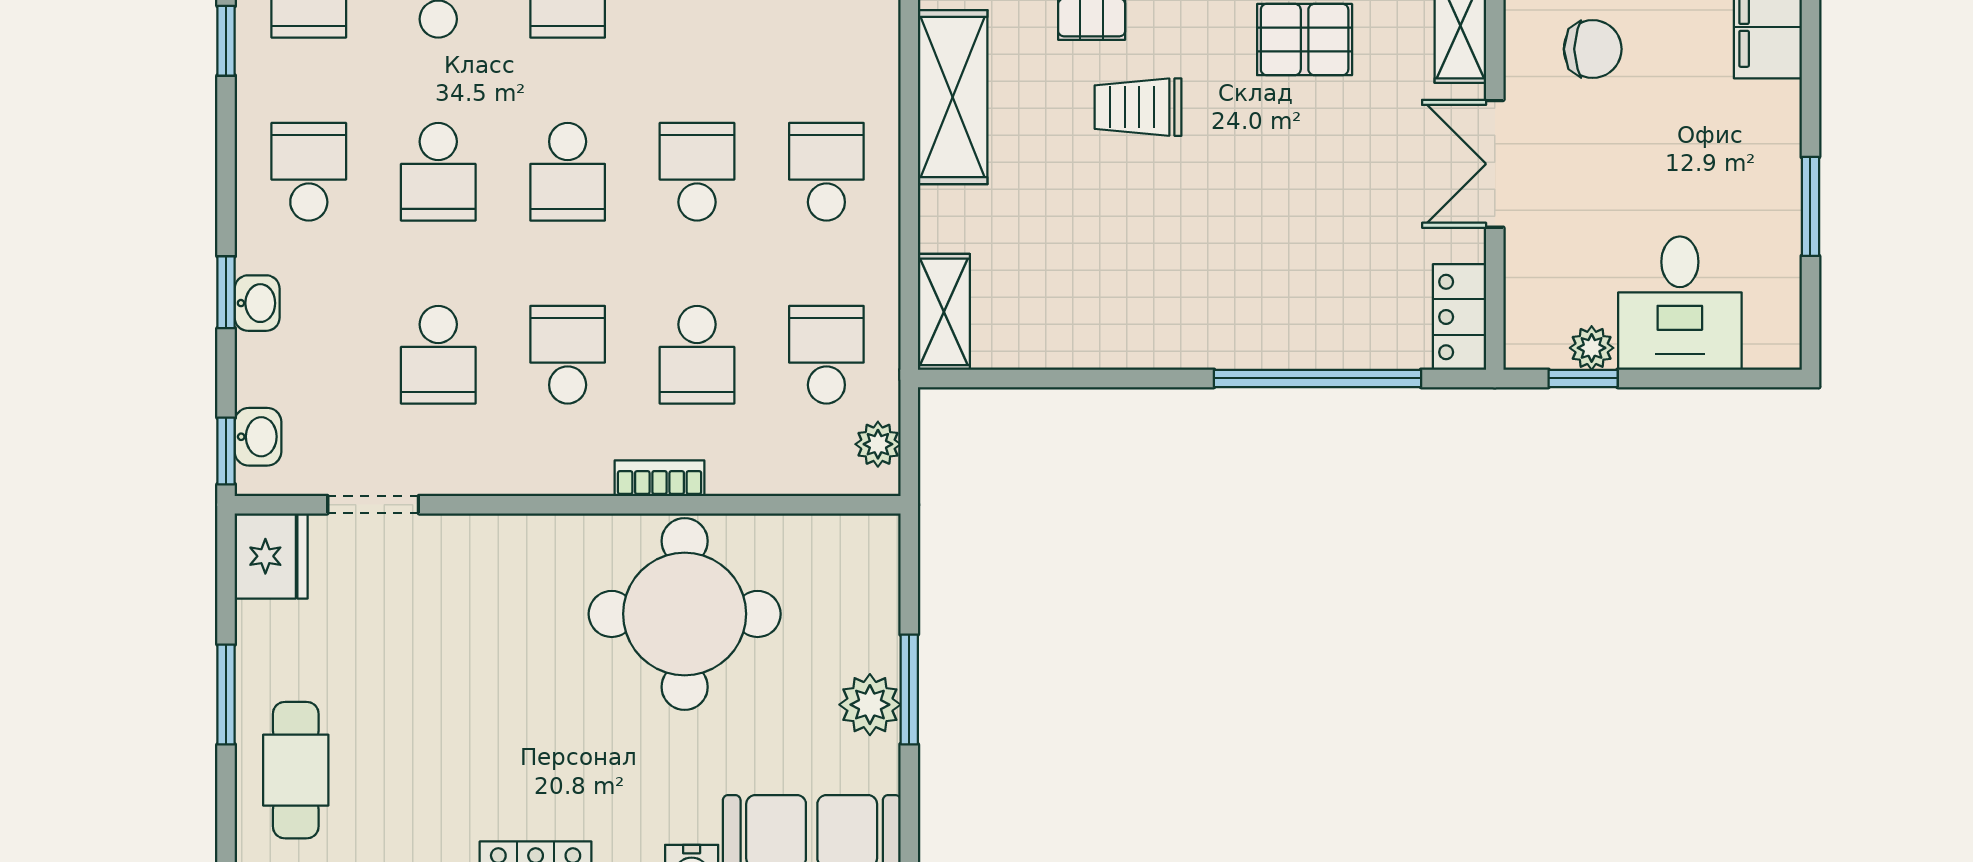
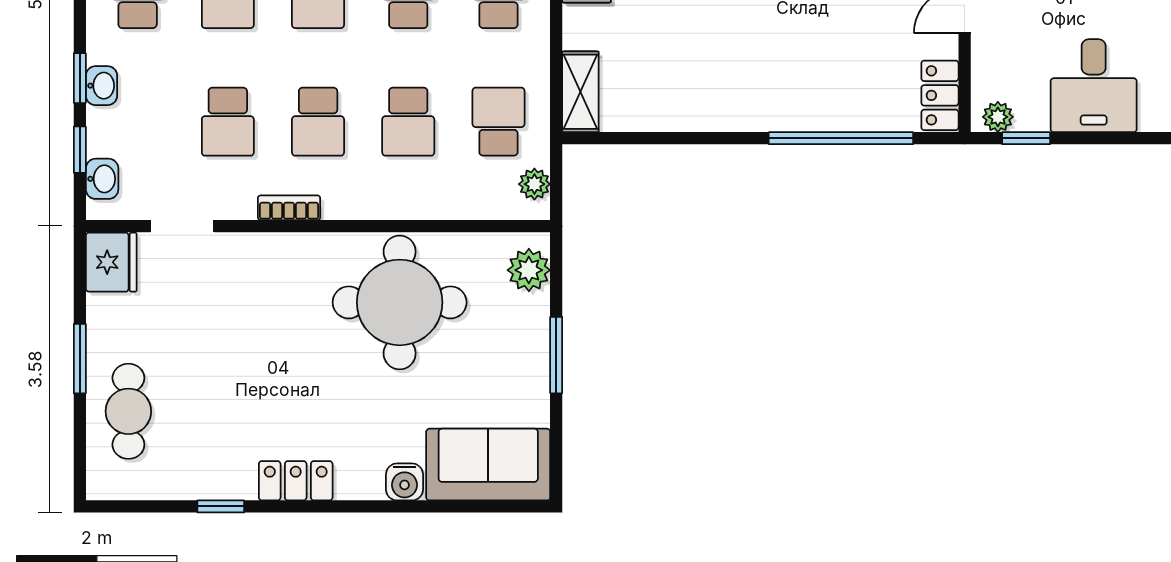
plant: (1592, 348) -> (998, 117), moved
school desk: (568, 355) -> (318, 122), turned 180
window: (226, 451) -> (80, 150), moved
bookcase: (660, 478) -> (289, 208), moved
plant: (870, 705) -> (529, 270), moved

